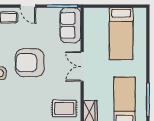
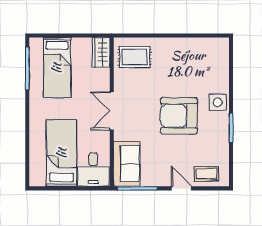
desk: (96, 21) -> (93, 170), added
armchair: (30, 63) -> (179, 116), turned 180
double door: (82, 67) -> (112, 111), swing flipped

